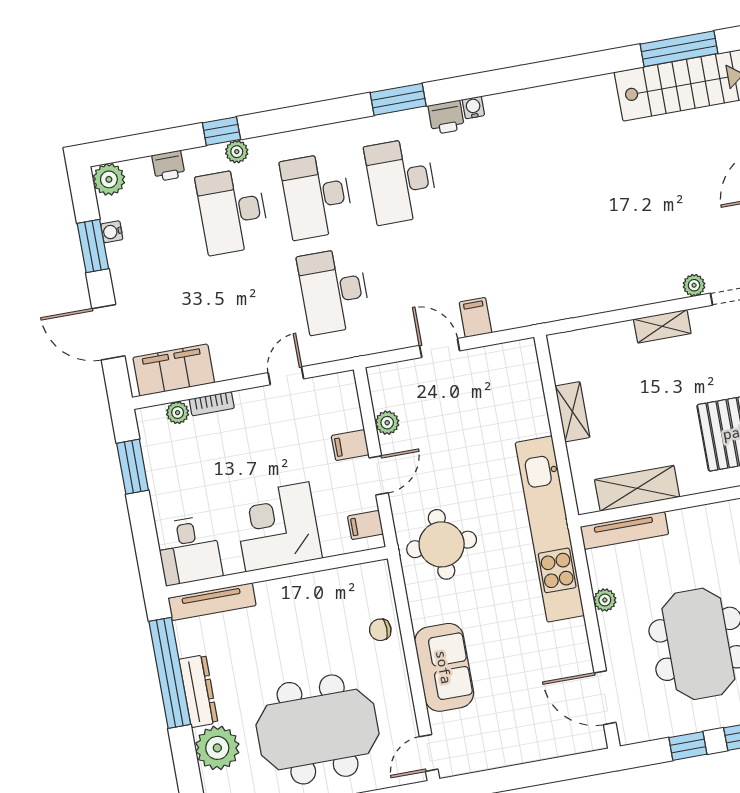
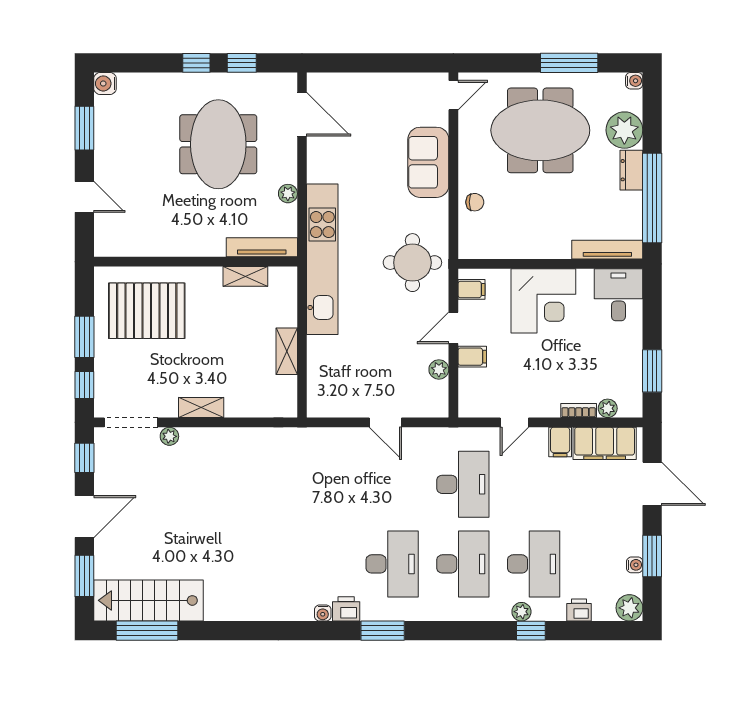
filing cabinet: (475, 317) -> (560, 442), moved
shelving: (637, 488) -> (245, 276), width x0.67, depth x0.75
dresser: (198, 691) -> (631, 170), width x0.70

